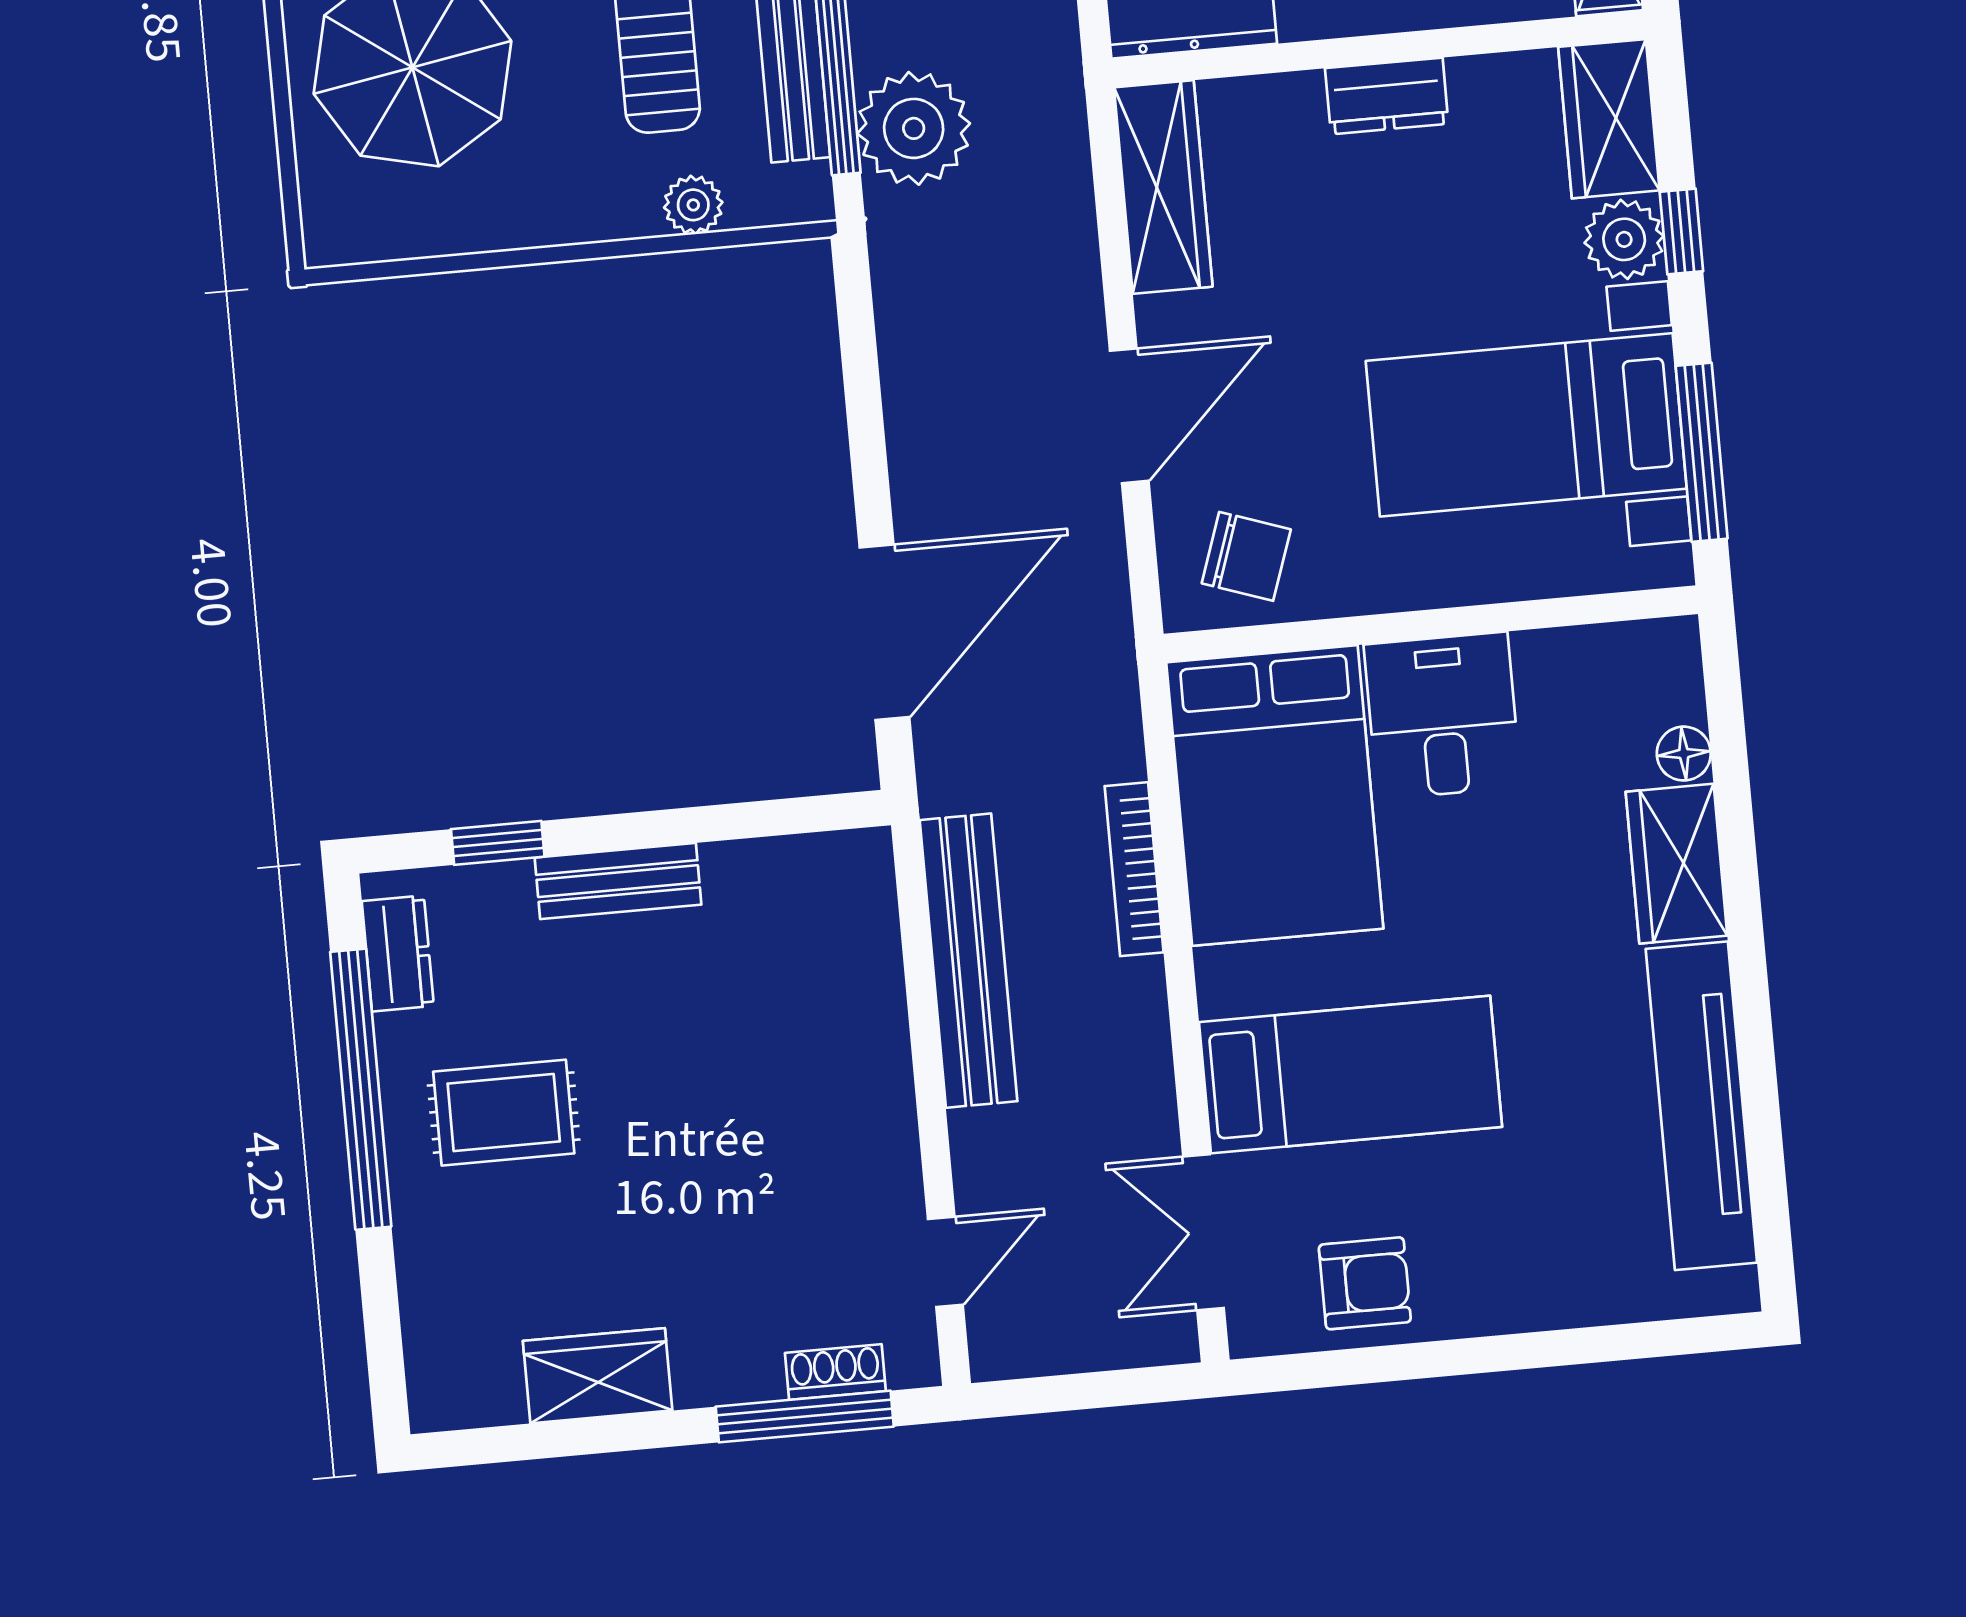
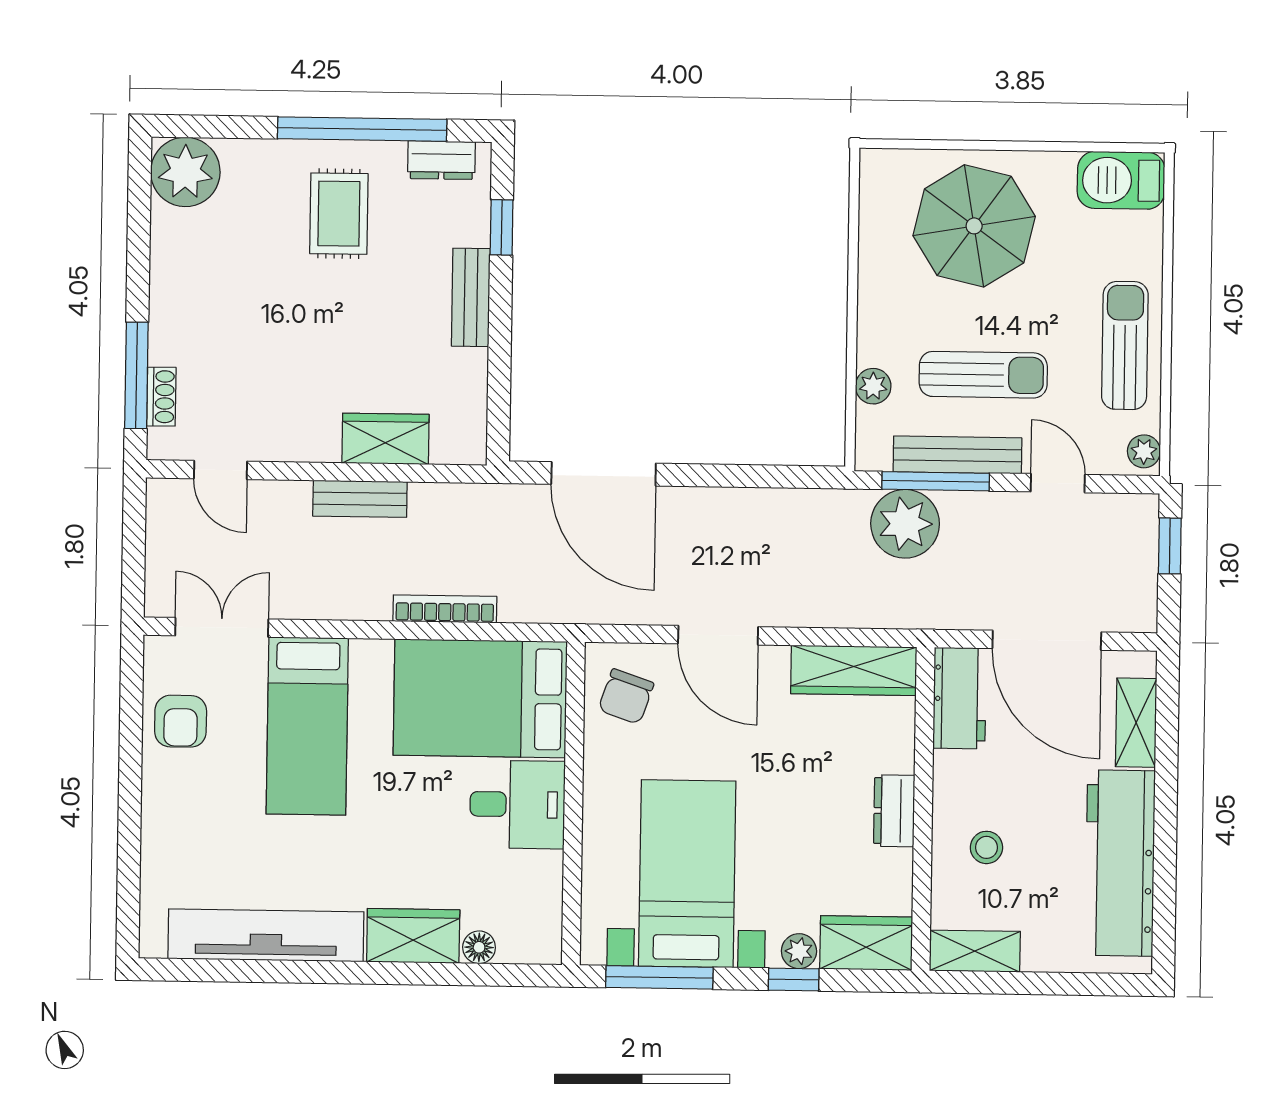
plant: (1624, 239) -> (799, 951), width x0.73, depth x0.73
bench: (969, 961) -> (360, 499), width x0.54, depth x0.82
plant: (462, 1372) -> (185, 172), added
wardrobe: (598, 1376) -> (386, 439), moved, turned -90

